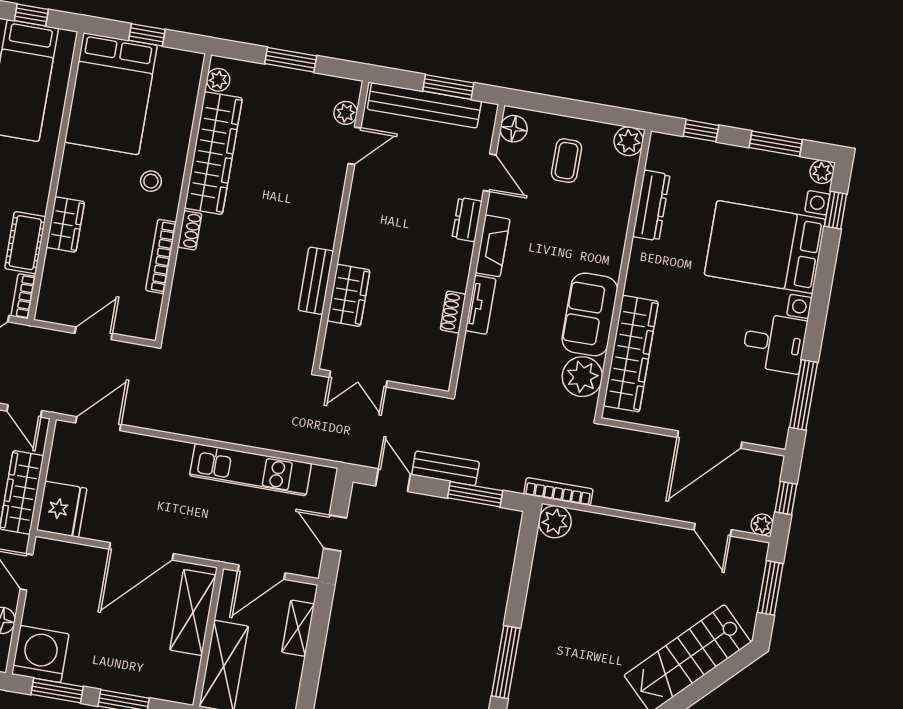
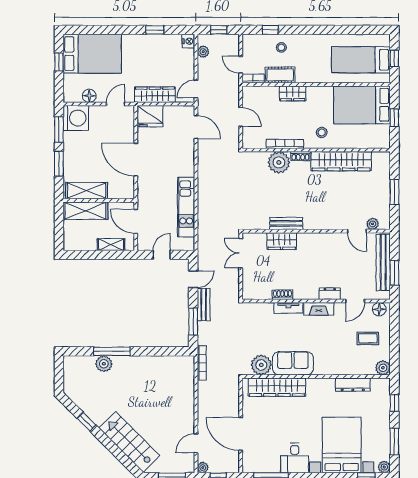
plant: (218, 80) -> (279, 162), moved, width x1.88, depth x1.88
plant: (555, 522) -> (104, 364), moved
shelving: (193, 613) -> (87, 191), moved

